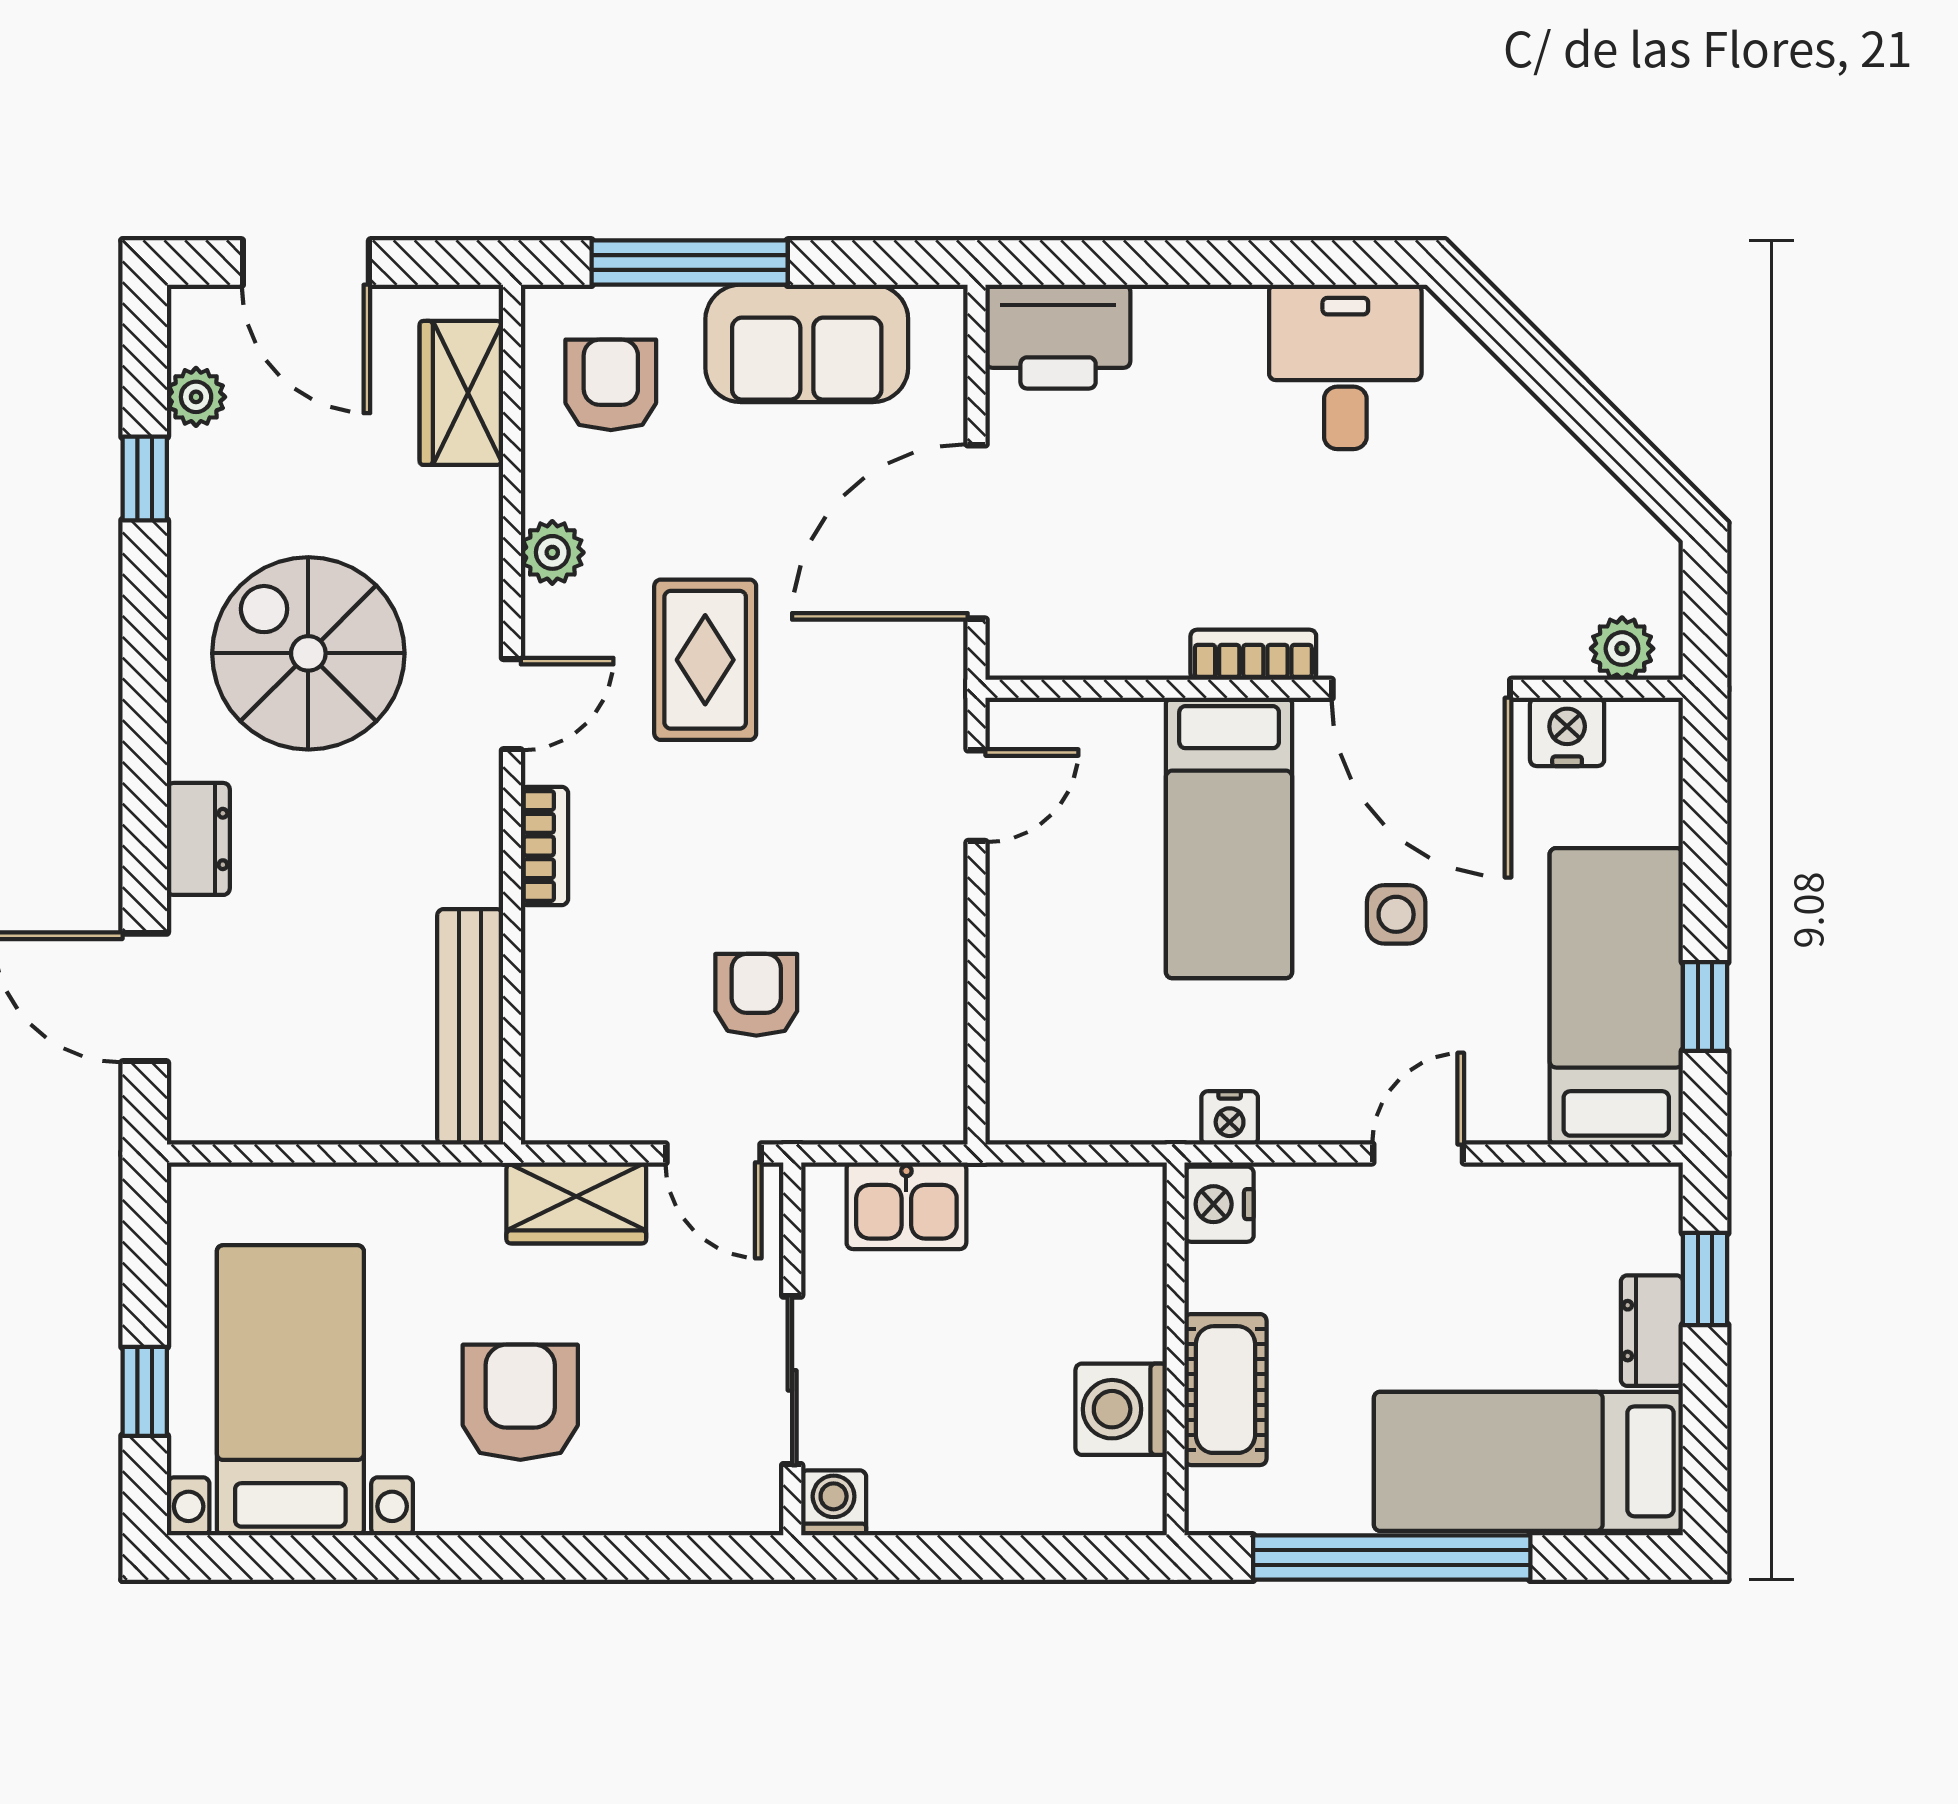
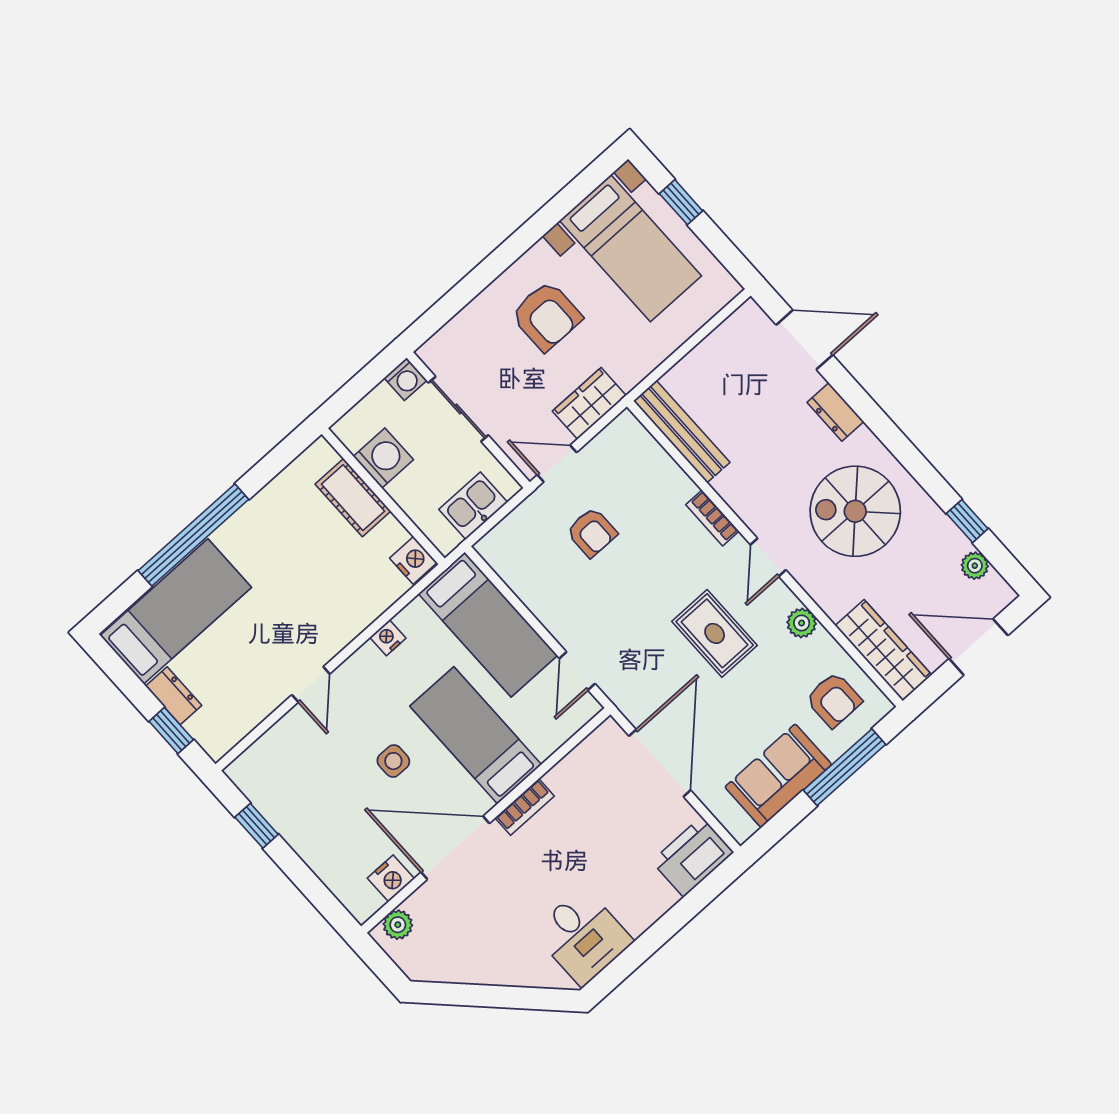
wardrobe: (461, 393) -> (883, 650), width x1.50
spiral stairs: (308, 653) -> (855, 511), turned 180
bed: (1616, 996) -> (488, 625), moved
nightstand: (1219, 1204) -> (413, 560), moved
wall: (1176, 1349) -> (383, 496), moved
cot: (1226, 1390) -> (353, 498), moved
washing machine: (1121, 1409) -> (383, 458), moved

